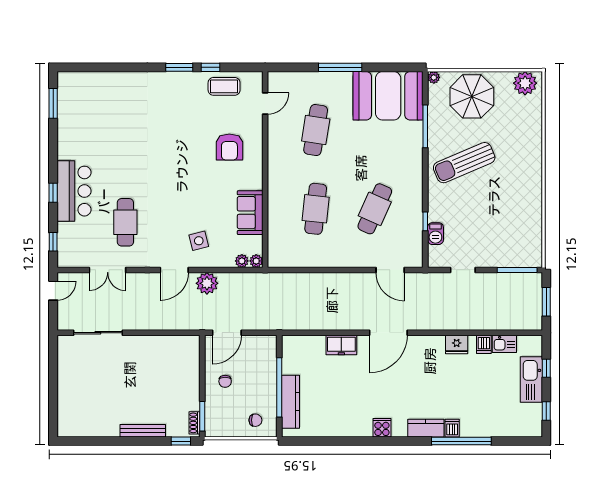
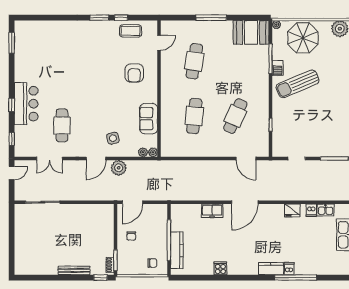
booth: (388, 96) -> (251, 32), width x0.73, depth x0.70
barbecue: (435, 234) -> (278, 68), moved
cooker: (382, 428) -> (220, 268), moved

